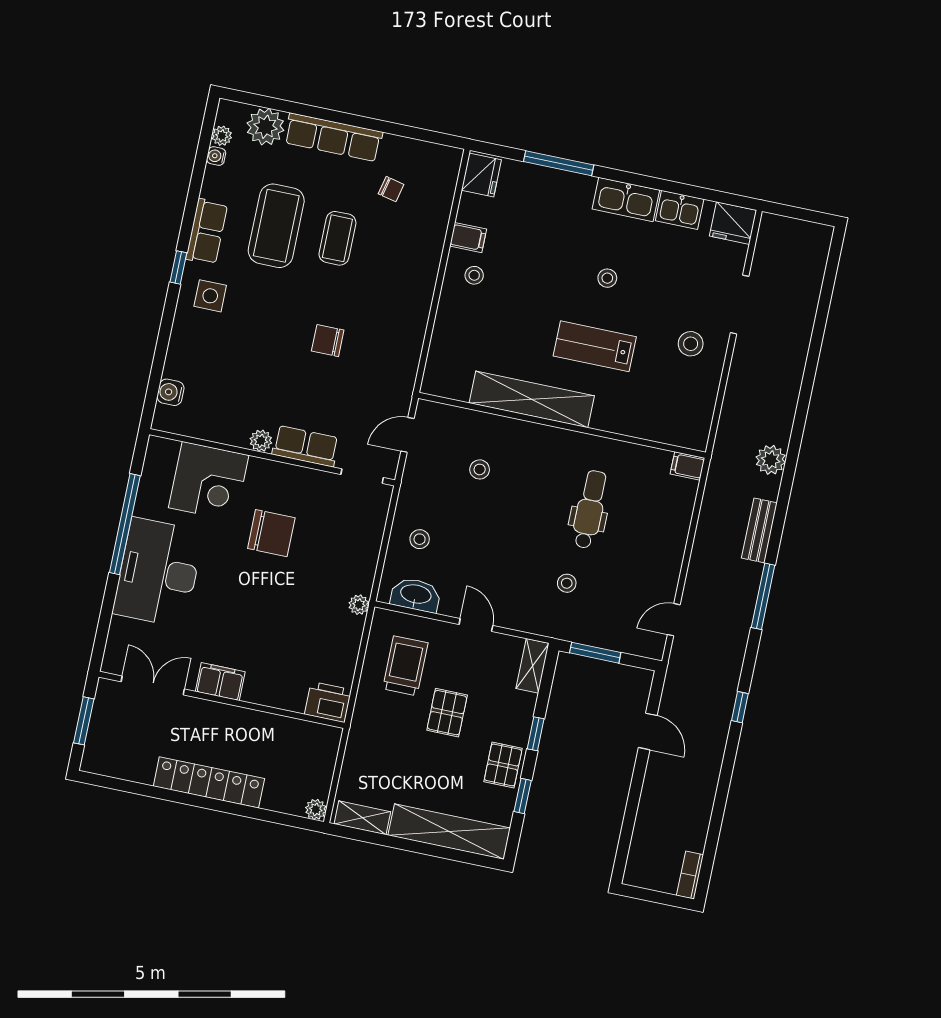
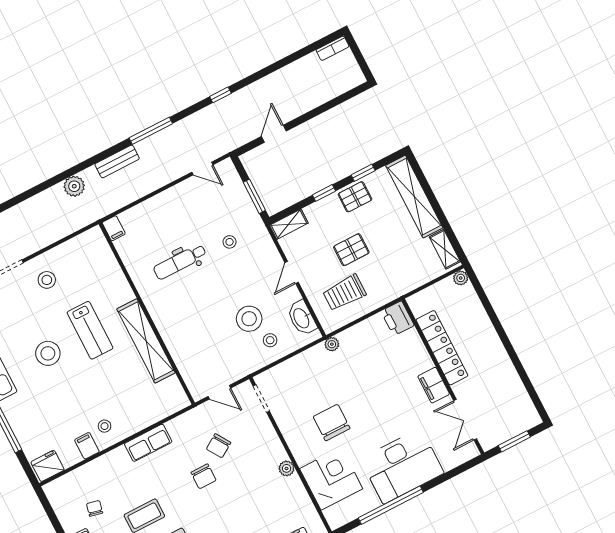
stool: (607, 278) -> (48, 353), width x1.89, depth x1.89
chair: (348, 385) -> (219, 446), added
row of seats: (306, 446) -> (148, 443), moved, turned -90
stool: (480, 469) -> (249, 319), moved, width x1.89, depth x1.89
locker: (209, 782) -> (442, 348), moved, turned 180

